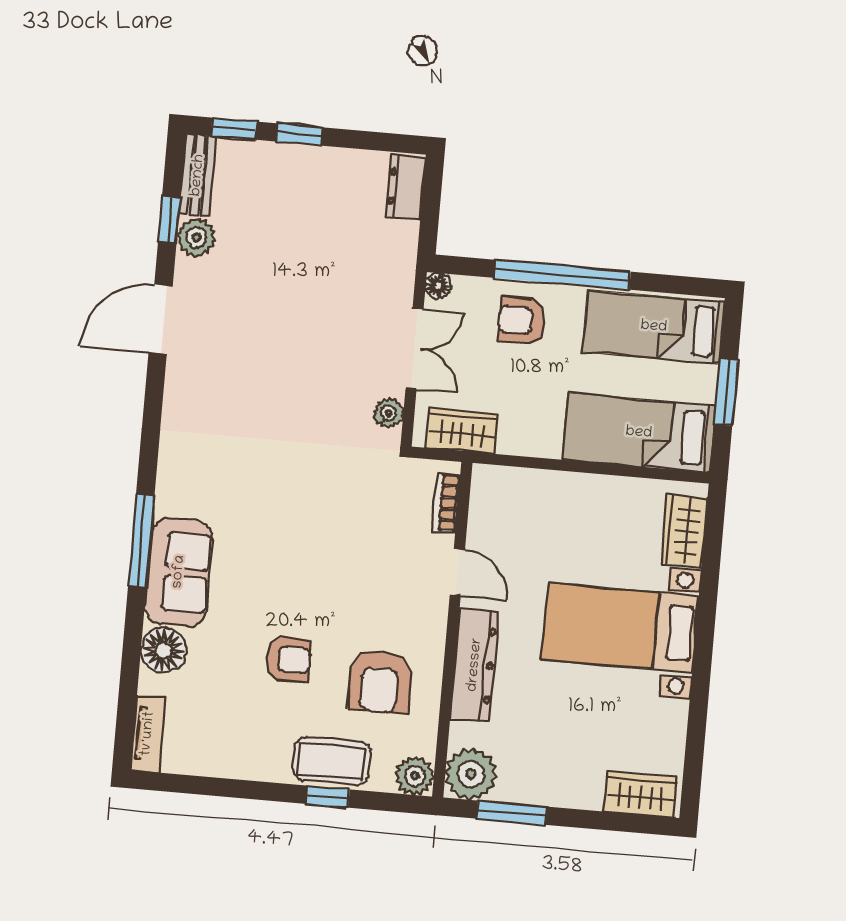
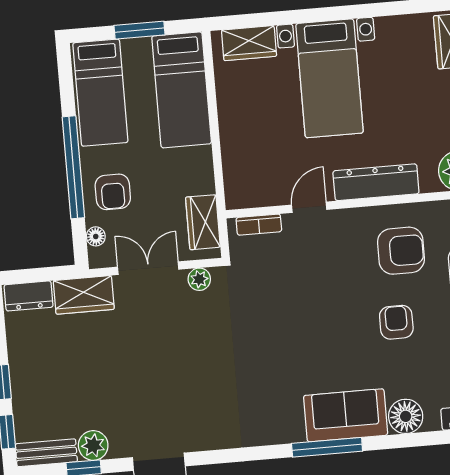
wardrobe: (394, 259) -> (84, 295), added
floor lamp: (438, 286) -> (96, 236), moved

